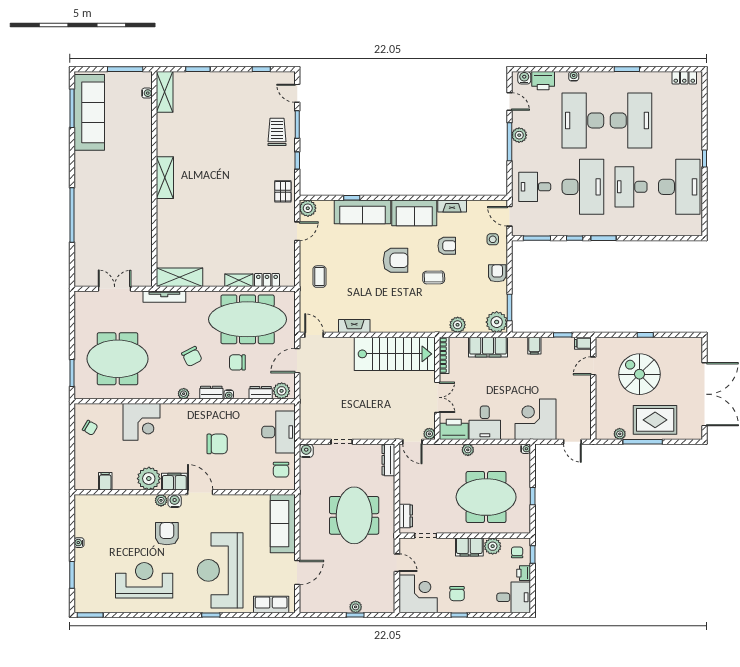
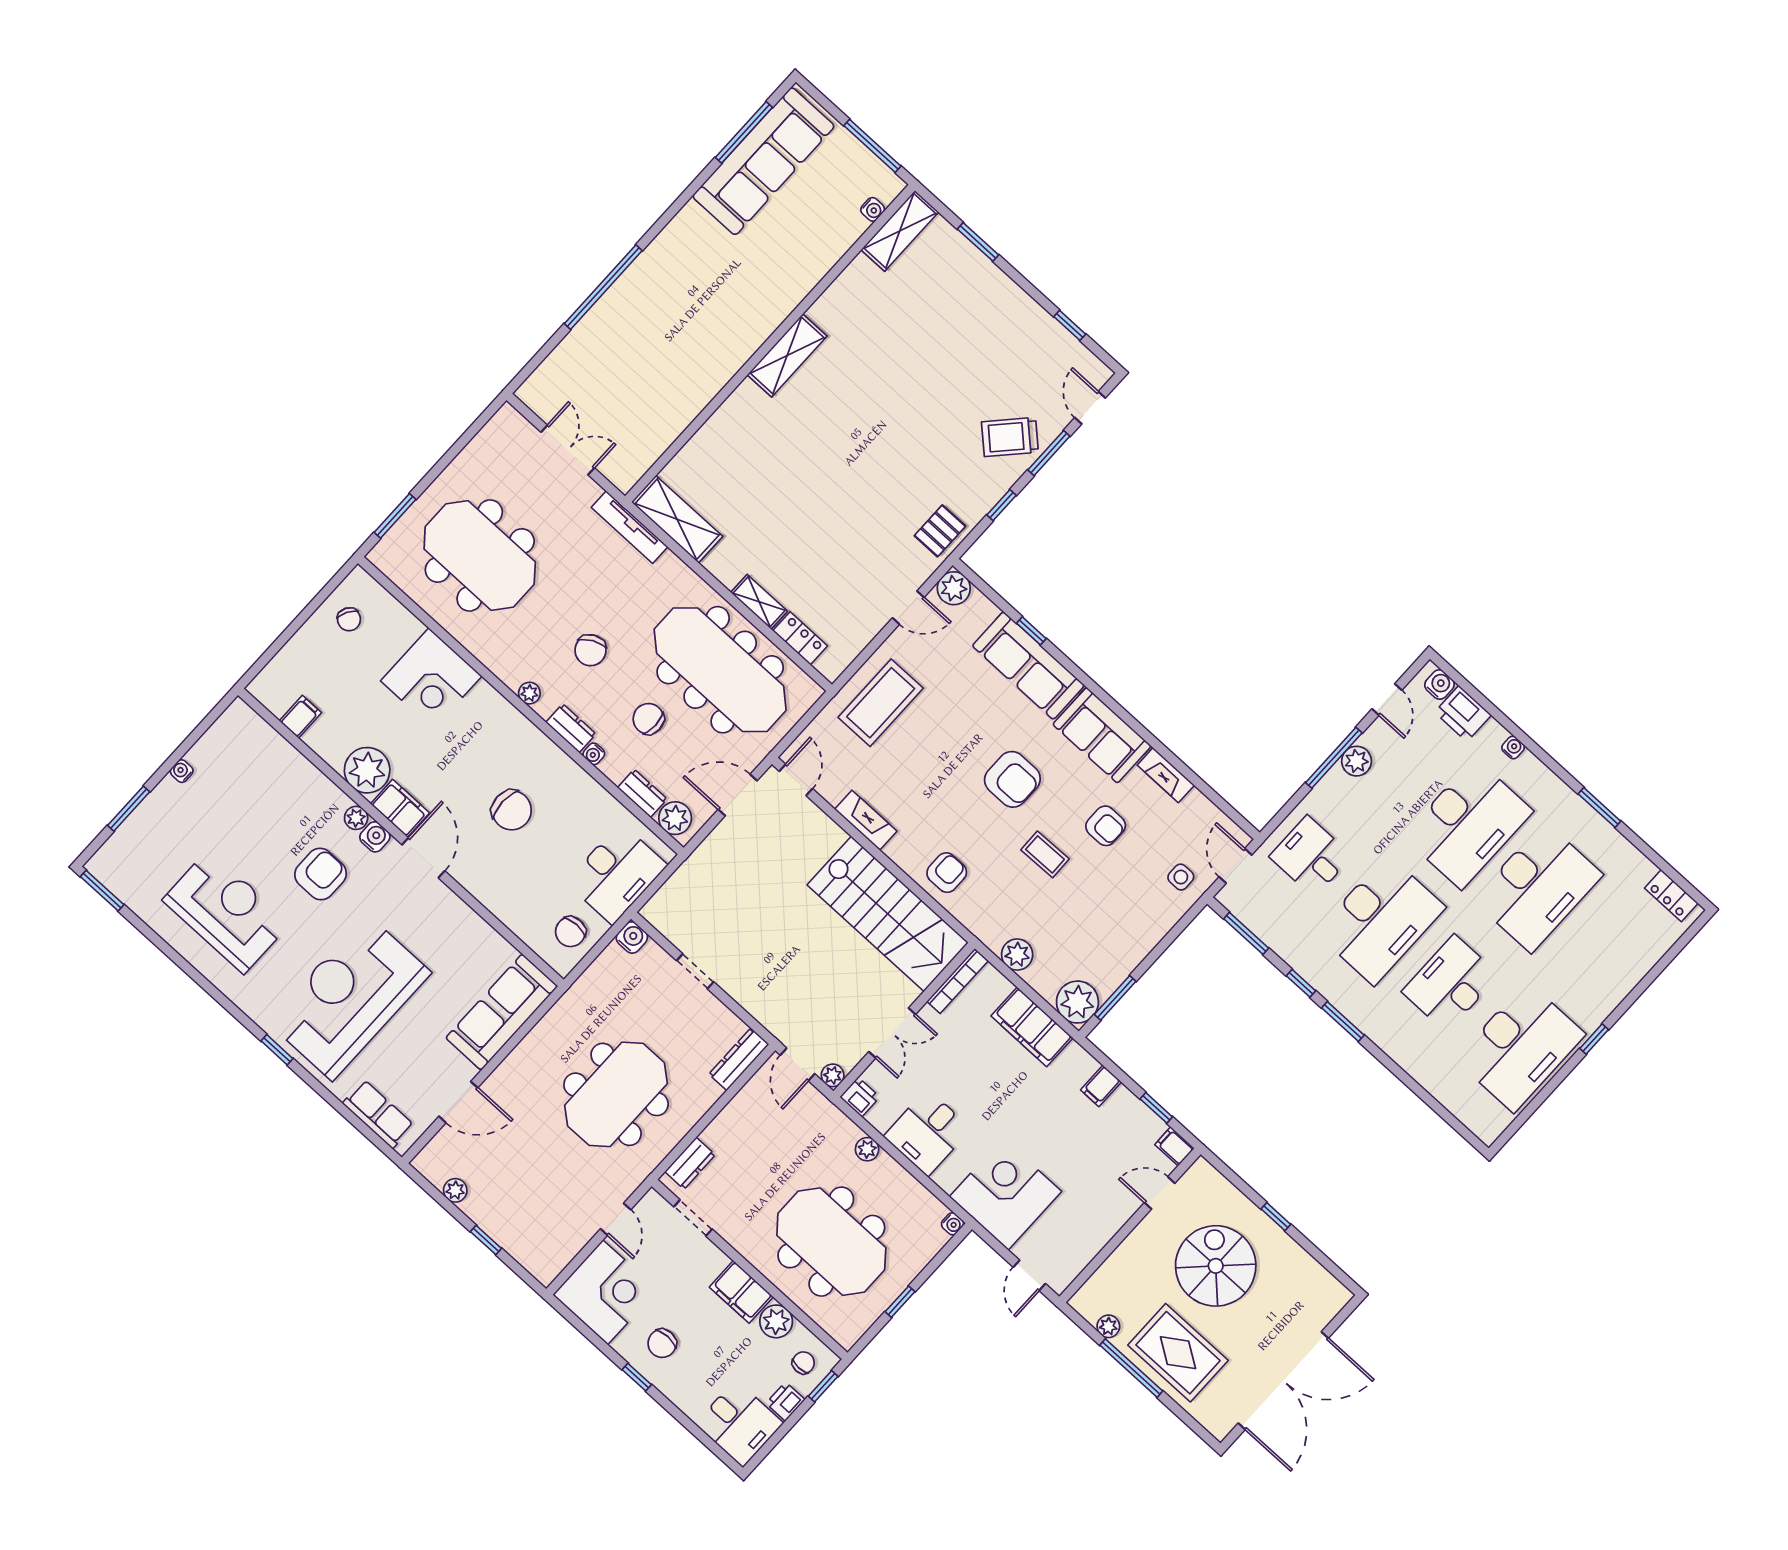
desk: (583, 120) -> (1468, 824), turned 180
trolley: (277, 132) -> (1010, 437), turned -137
armchair: (497, 273) -> (947, 873), moved
coffee table: (319, 277) -> (881, 703), width x1.86, depth x1.72
printer: (454, 429) -> (860, 1097), width x0.53, depth x0.68
plant: (356, 607) -> (455, 1190), moved

